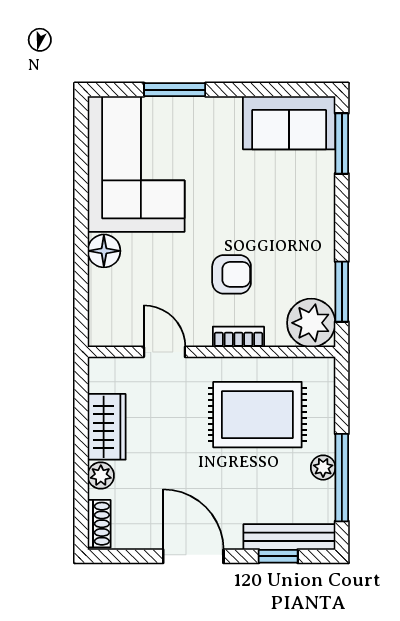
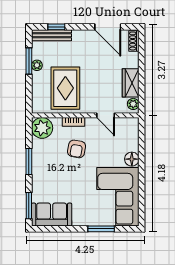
armchair: (232, 274) -> (77, 149), turned -80
window: (342, 292) -> (29, 162), moved
rug: (257, 415) -> (65, 88), turned 90
plant: (101, 476) -> (133, 104), moved
window: (342, 478) -> (29, 61), width x0.69
door: (193, 556) -> (108, 27), moved

